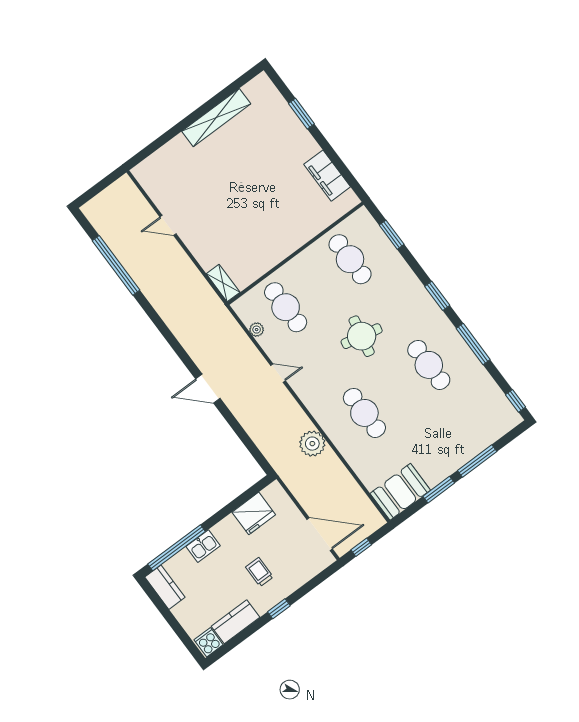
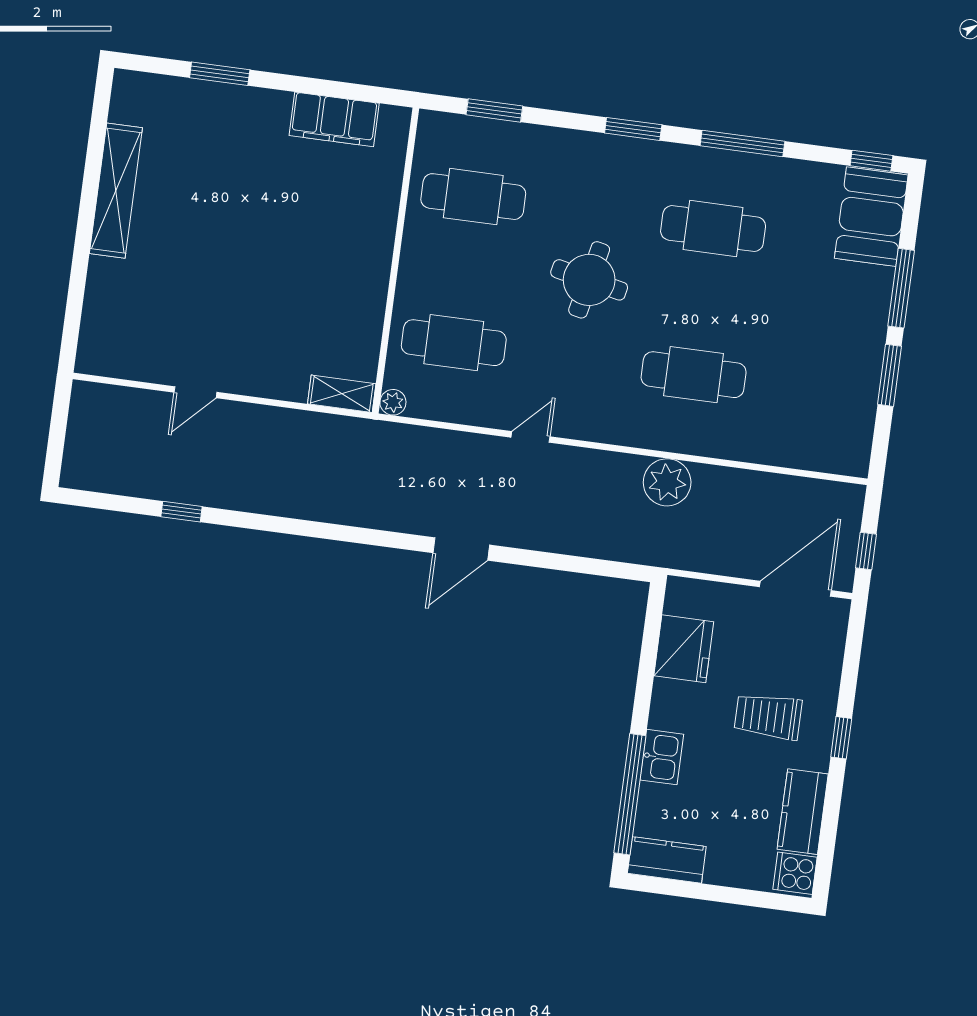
window: (116, 265) -> (182, 512), width x0.32
plant: (257, 330) -> (393, 402), moved
booth: (400, 492) -> (871, 217), moved
trolley: (259, 572) -> (768, 716), width x1.36, depth x1.39

